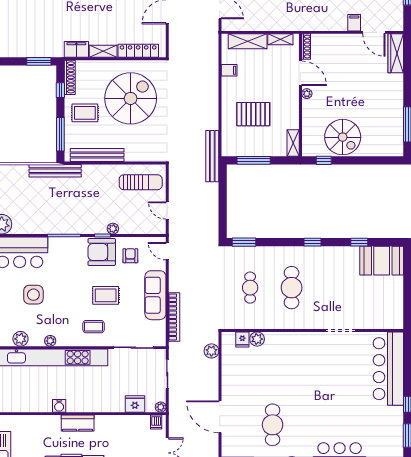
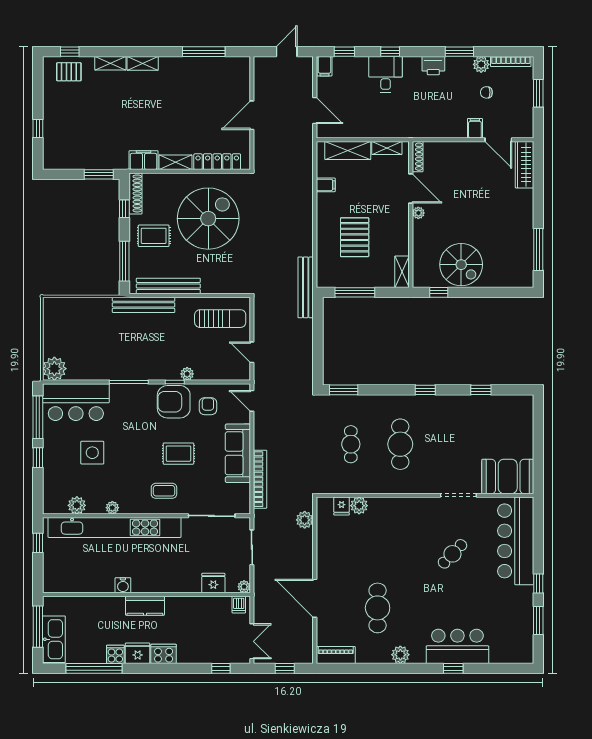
pallet: (253, 114) -> (355, 237), turned 90
bench: (55, 171) -> (144, 305), moved
booth: (382, 261) -> (508, 476), moved
cafe table: (335, 380) -> (452, 554), added

